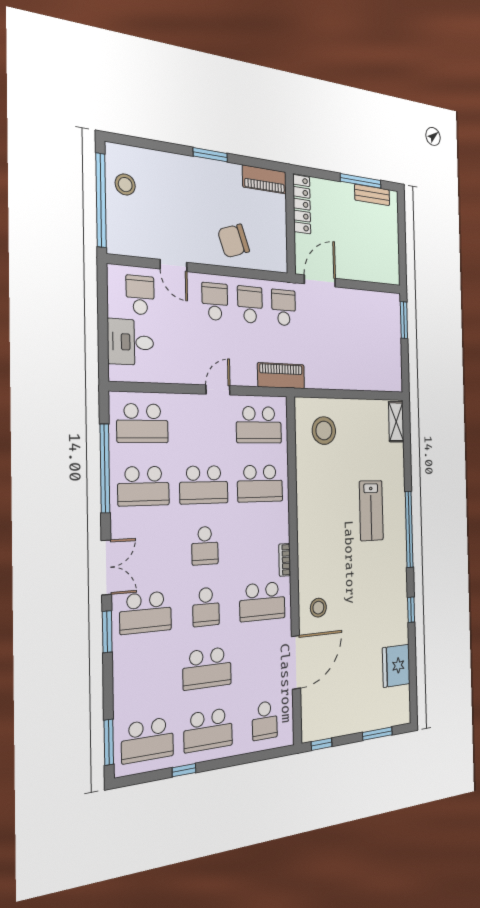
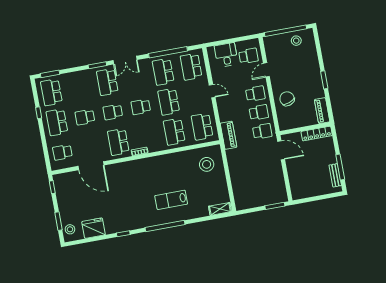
door: (218, 390) -> (212, 91), moved
stool: (318, 608) -> (70, 229), moved
school desk: (207, 668) -> (85, 117), width x0.54

